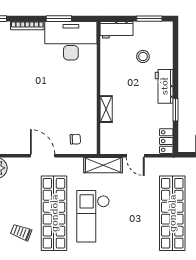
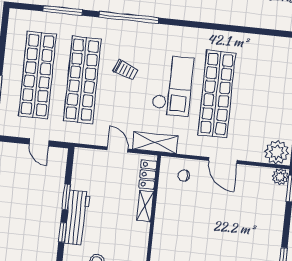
window: (176, 79) -> (62, 232), added
workbench: (164, 86) -> (77, 218), width x1.37
locker: (166, 141) -> (148, 175), moved, turned 180
trolley: (21, 232) -> (126, 70), moved

